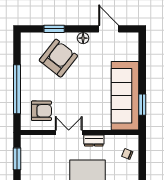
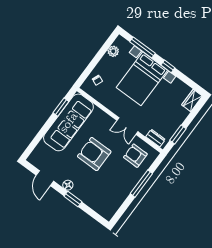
window: (54, 29) -> (73, 199), moved
armchair: (58, 58) -> (94, 154), moved, turned 52
window: (17, 89) -> (141, 184), width x0.68
dresser: (94, 140) -> (155, 138), moved

